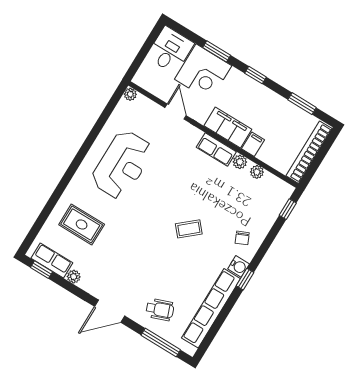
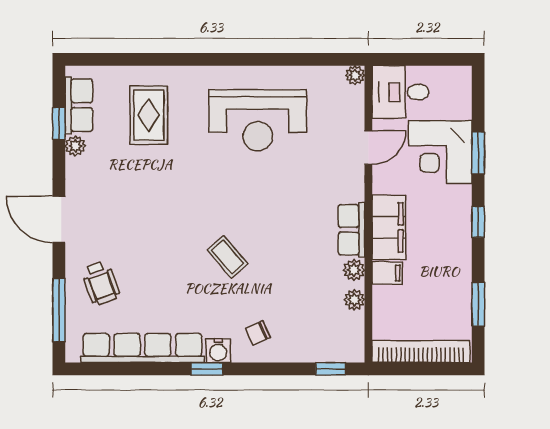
desk: (170, 50) -> (401, 92), moved, turned 180
window: (42, 270) -> (59, 123), moved

